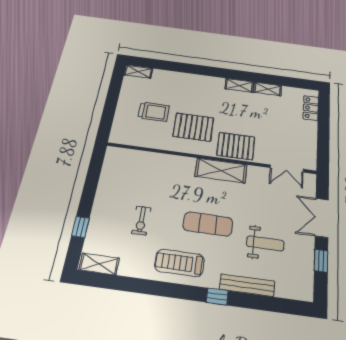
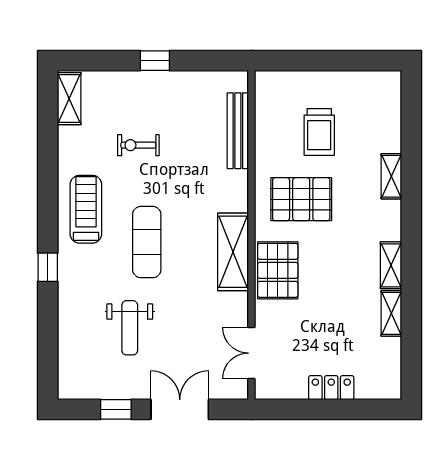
shelving: (138, 72) -> (391, 176), moved
locker: (311, 108) -> (331, 388), moved
pallet: (193, 127) -> (301, 199), turned 90
window: (80, 227) -> (155, 61), moved
bench: (247, 285) -> (238, 131), moved

